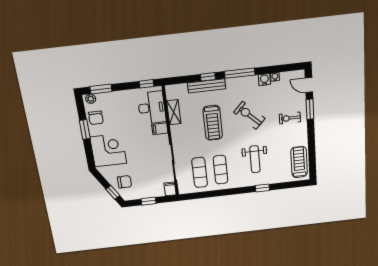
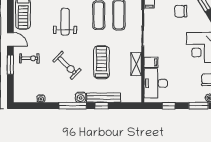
water cooler: (264, 80) -> (81, 97), moved
window: (147, 84) -> (169, 106), moved
door: (309, 85) -> (10, 39), moved
shelving: (174, 112) -> (136, 64), moved
chair: (125, 182) -> (181, 11), moved

